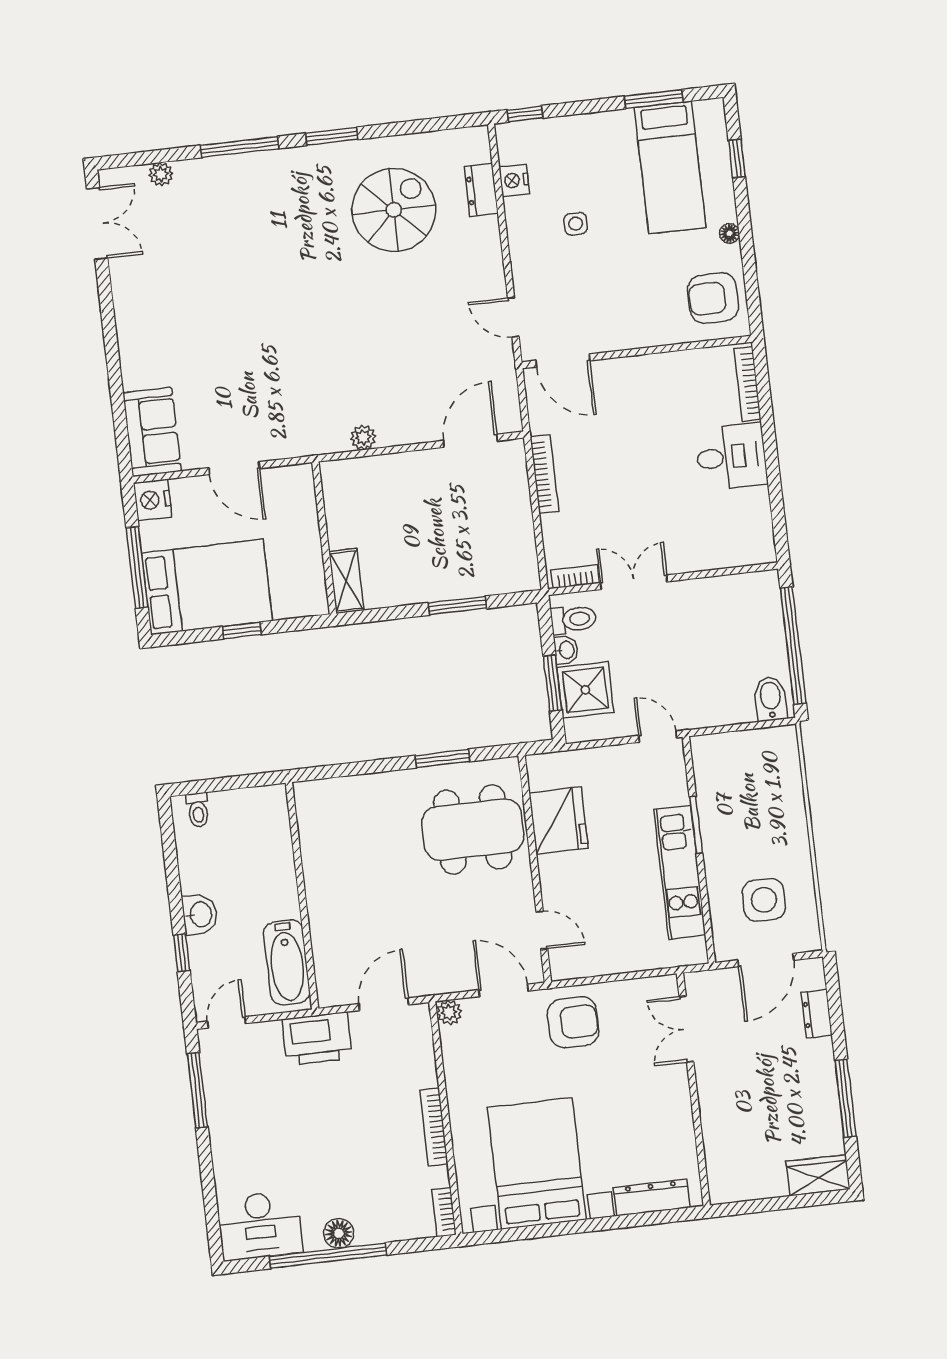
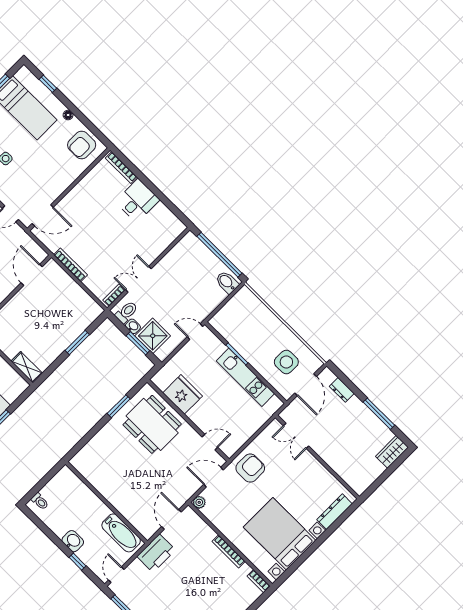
dining table: (473, 829) -> (152, 424), turned 90

